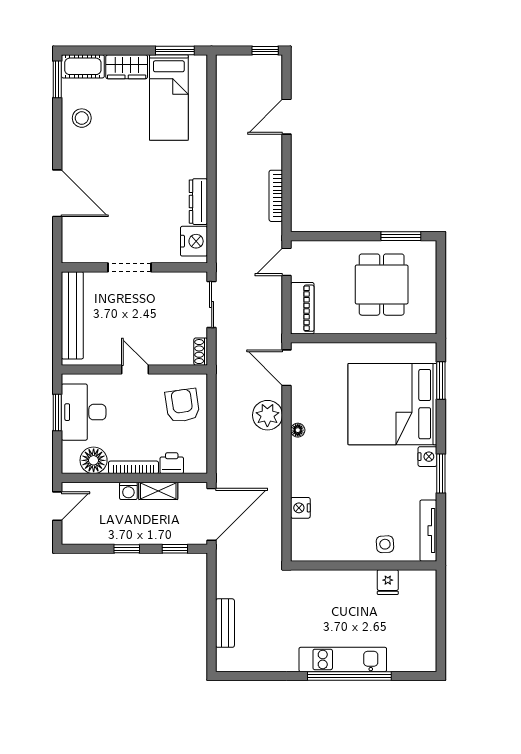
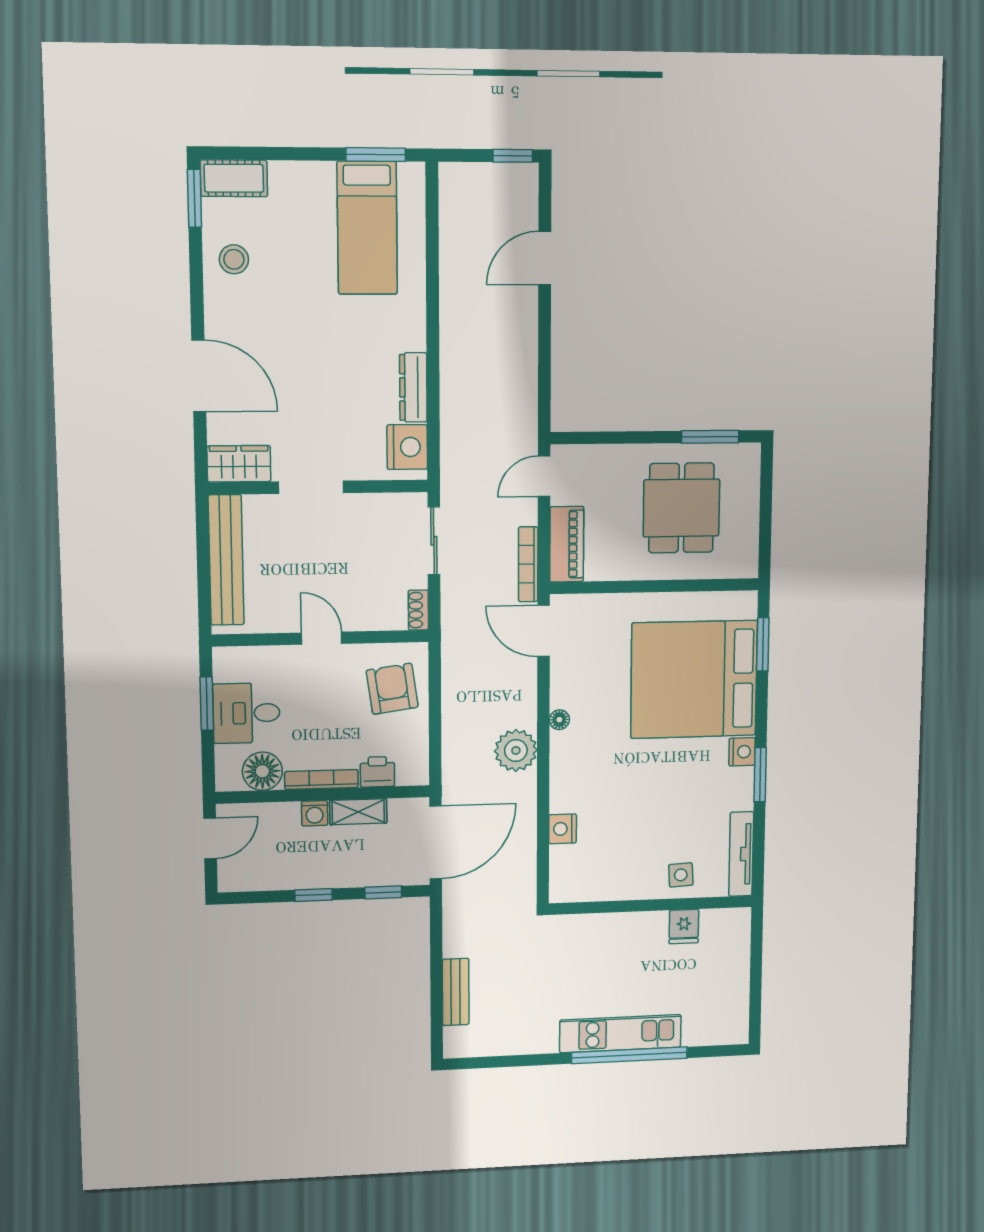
wardrobe: (127, 67) -> (239, 464), moved, turned 180
bookcase: (276, 196) -> (528, 564), moved
desk: (84, 412) -> (246, 713), width x0.73
plant: (267, 415) -> (516, 750), moved

